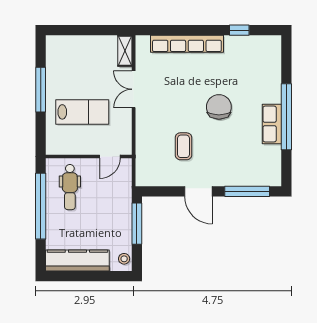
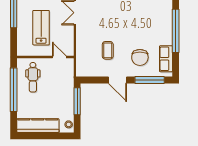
chair: (219, 107) -> (140, 57), moved, turned 180
lab bench: (82, 112) -> (41, 28), turned -90
row of seats: (272, 124) -> (166, 59), moved
door: (110, 156) -> (59, 57), swing flipped

